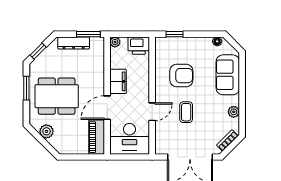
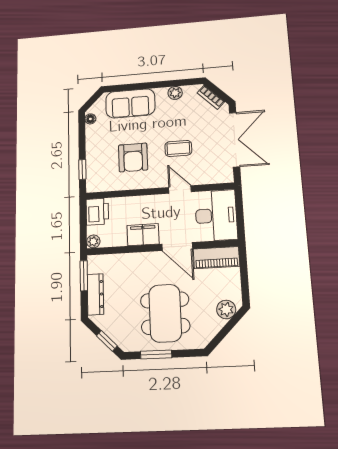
armchair: (181, 76) -> (133, 157), turned 180
plant: (46, 131) -> (226, 309), moved

